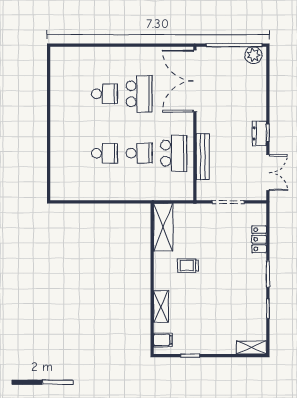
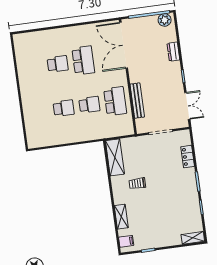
dresser: (259, 133) -> (173, 52), moved

